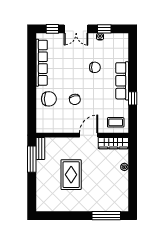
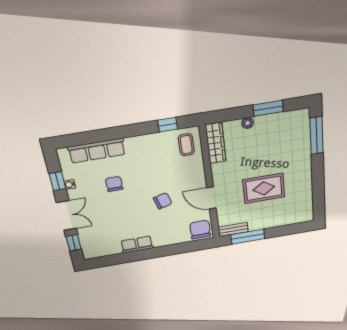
row of seats: (42, 63) -> (137, 245), width x0.50
row of seats: (122, 81) -> (97, 151), moved
window: (133, 98) -> (168, 125), moved
chair: (49, 99) -> (200, 230), moved
door: (89, 135) -> (211, 198), moved
window: (133, 182) -> (268, 108), added

